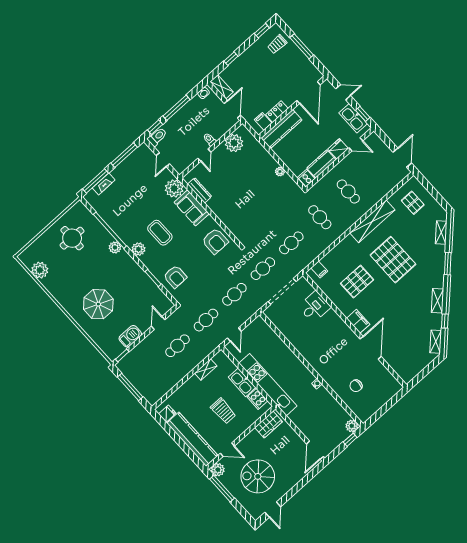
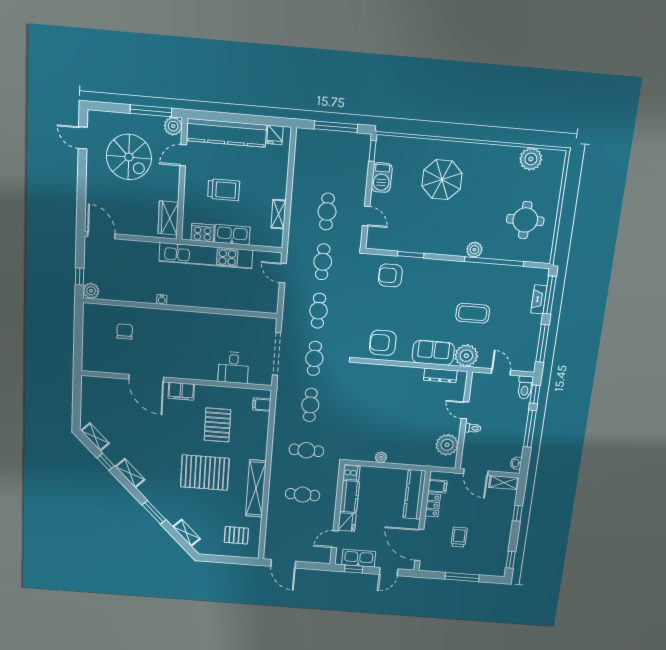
trolley: (277, 44) -> (459, 537), moved
coffee table: (160, 233) -> (473, 313), moved
plant: (138, 249) -> (450, 269), removed
trolley: (223, 411) -> (224, 190), turned 180
spiral stairs: (258, 476) -> (129, 157), turned 90

